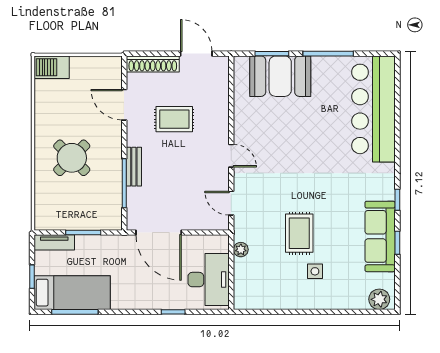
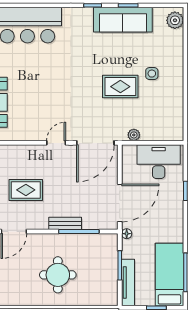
rug: (174, 119) -> (26, 190), turned 90
round table: (72, 158) -> (58, 275), turned 45
door: (231, 203) -> (95, 143), width x1.88
floor lamp: (122, 241) -> (127, 234), added
tv unit: (54, 242) -> (128, 283), width x1.41

